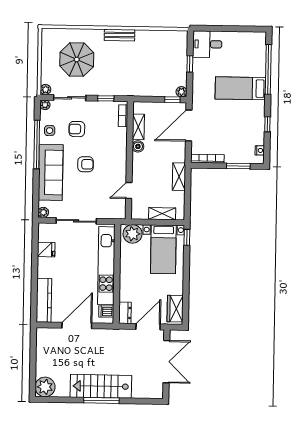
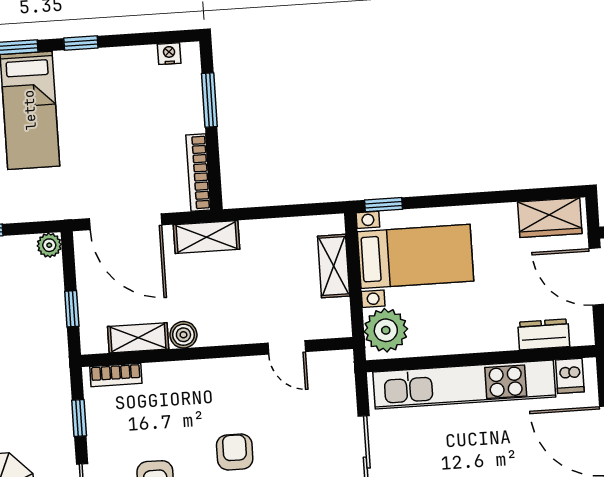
window: (172, 100) -> (72, 309), moved
window: (267, 124) -> (81, 43), moved
shelving: (179, 177) -> (207, 237), moved
dresser: (125, 313) -> (544, 334), moved

